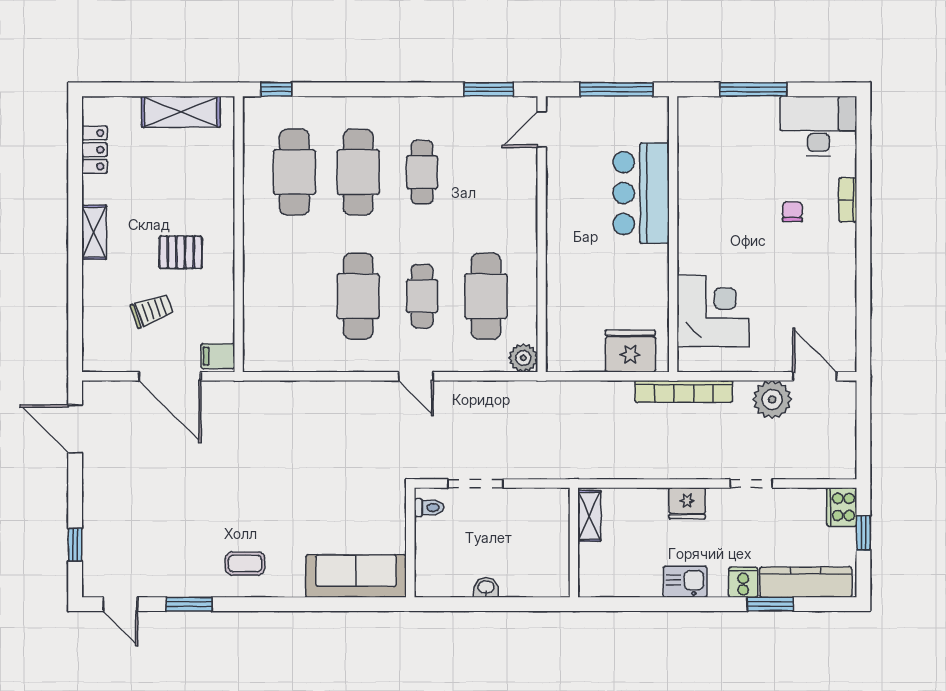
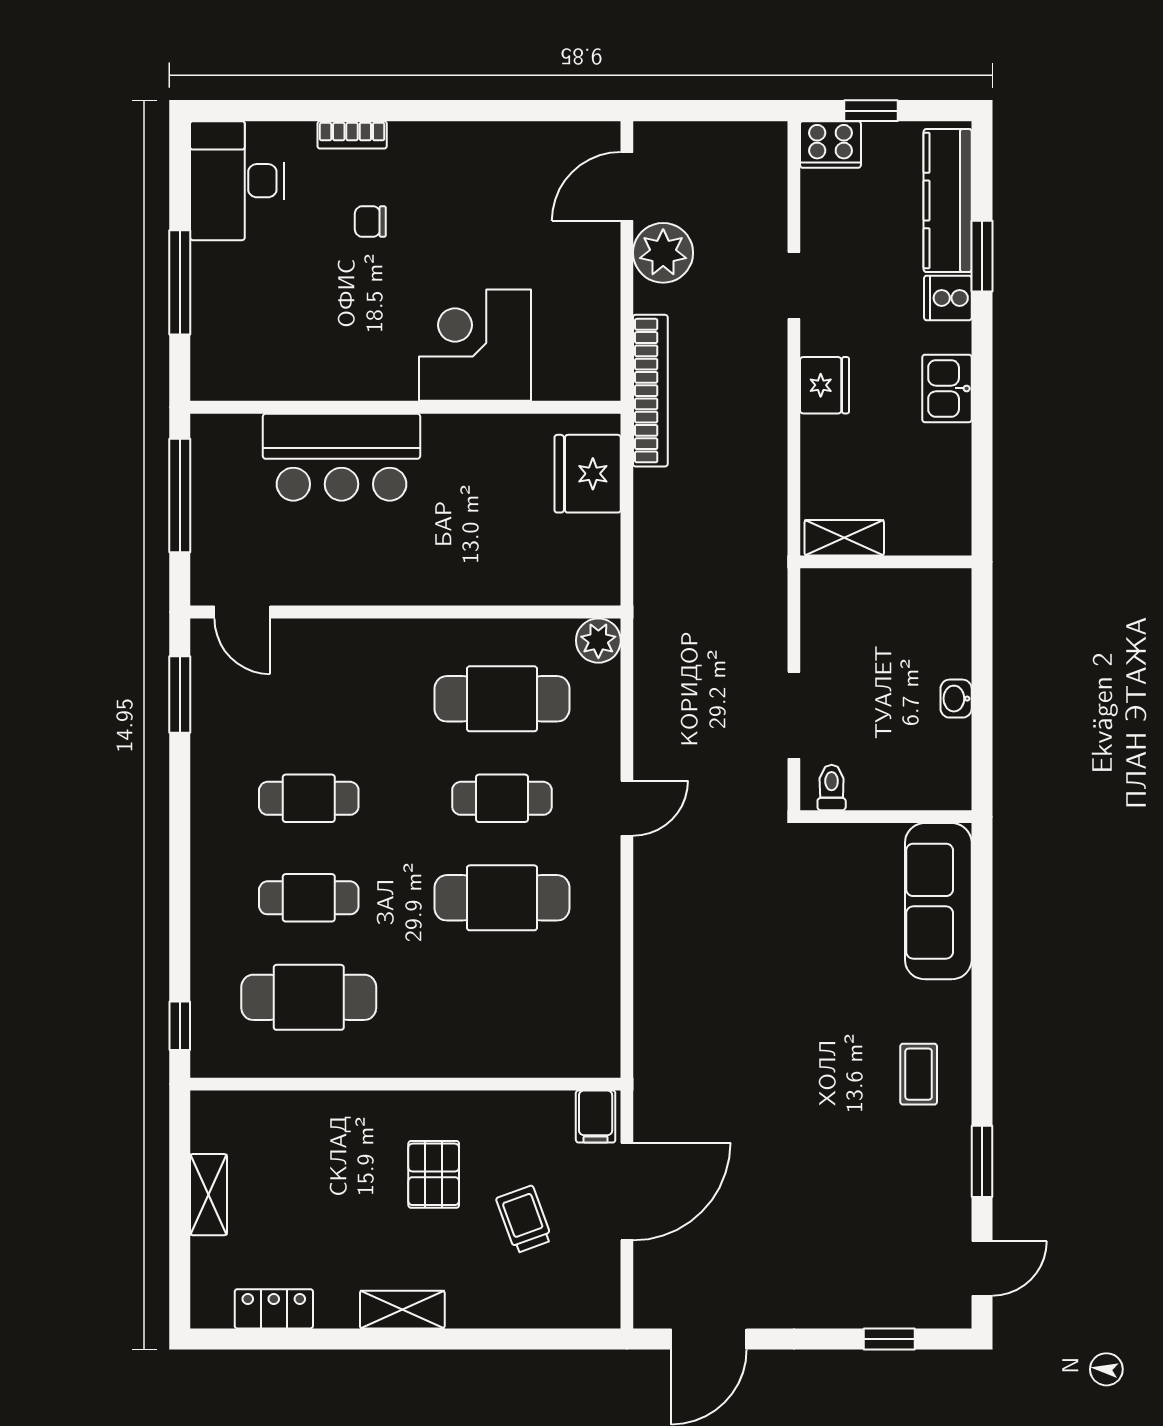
shelving: (181, 112) -> (209, 1195), width x0.67, depth x0.75
cafe table: (358, 172) -> (309, 898), width x0.73, depth x0.74
corner desk: (713, 311) -> (475, 345), moved

